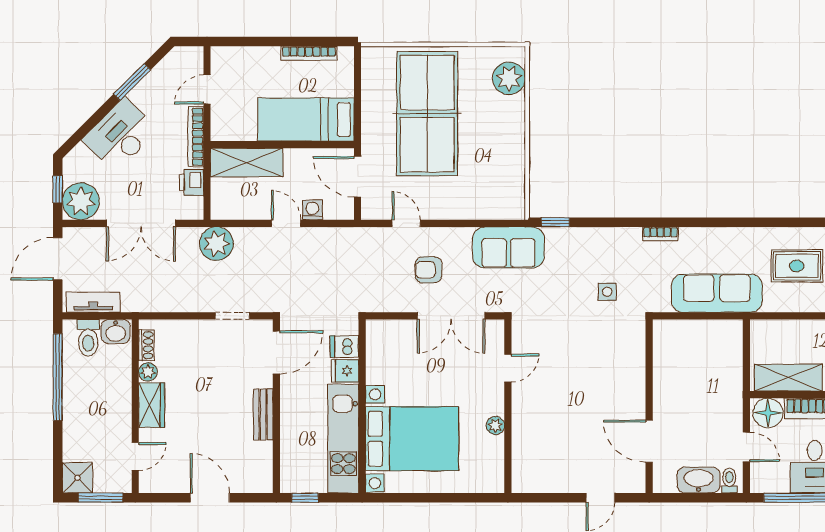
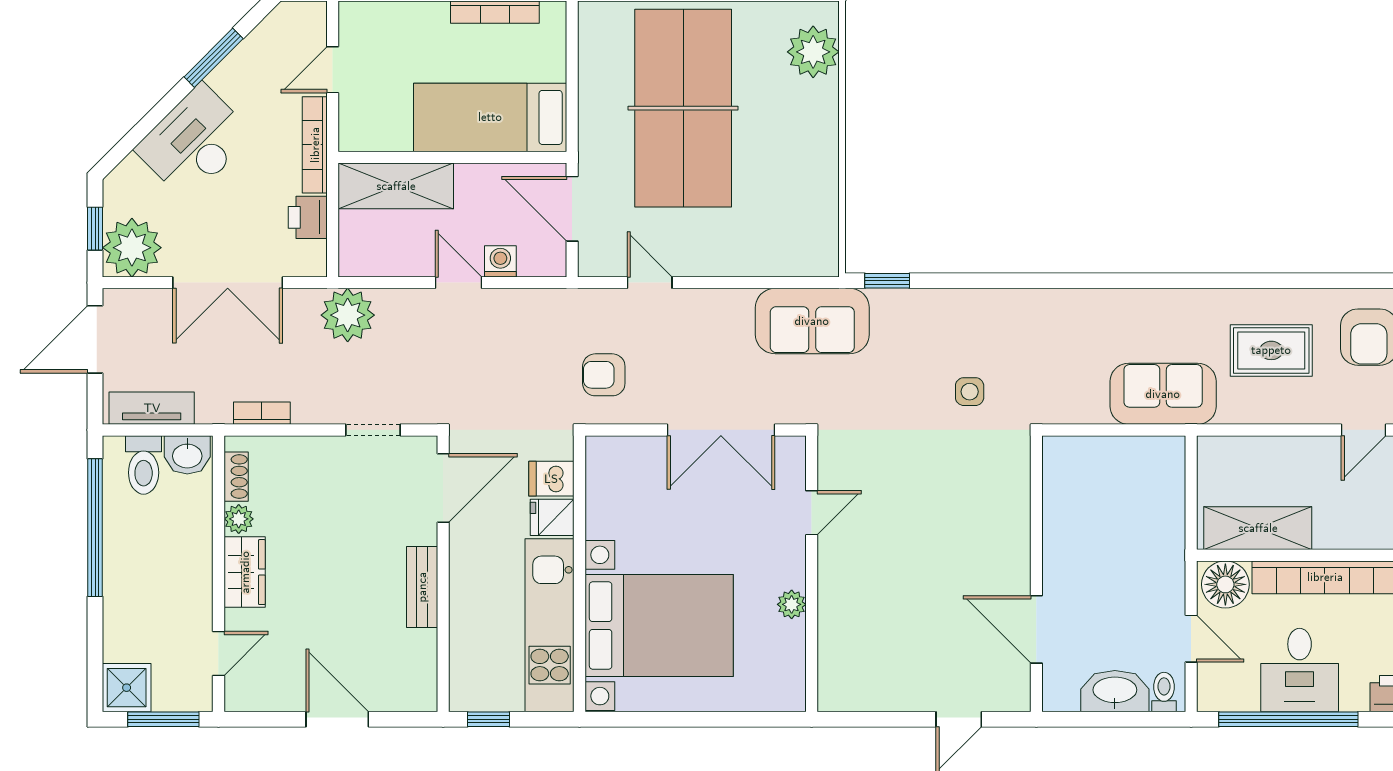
bookcase: (660, 234) -> (262, 413), moved, turned 180
armchair: (429, 270) -> (604, 375), moved
sofa: (717, 293) -> (1163, 394), width x0.73

